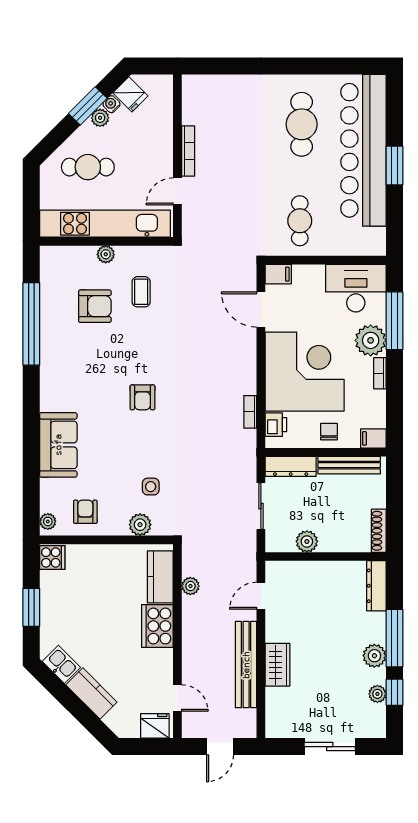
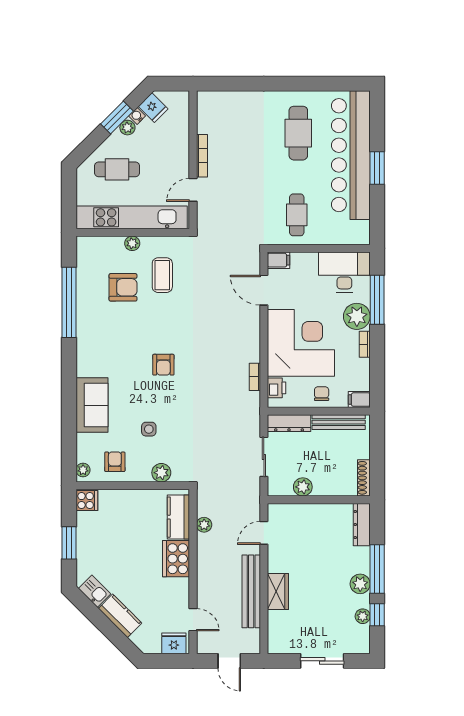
coffee table: (141, 292) -> (162, 275), width x1.36, depth x1.30
side table: (151, 487) -> (149, 429), moved
door: (220, 747) -> (229, 661), hinge flipped

